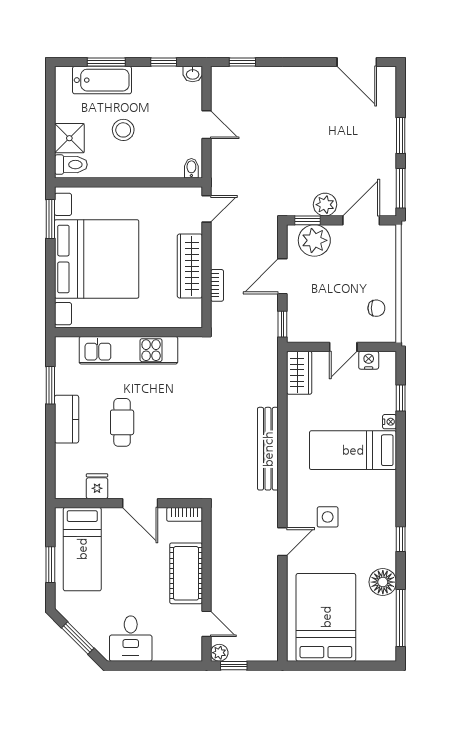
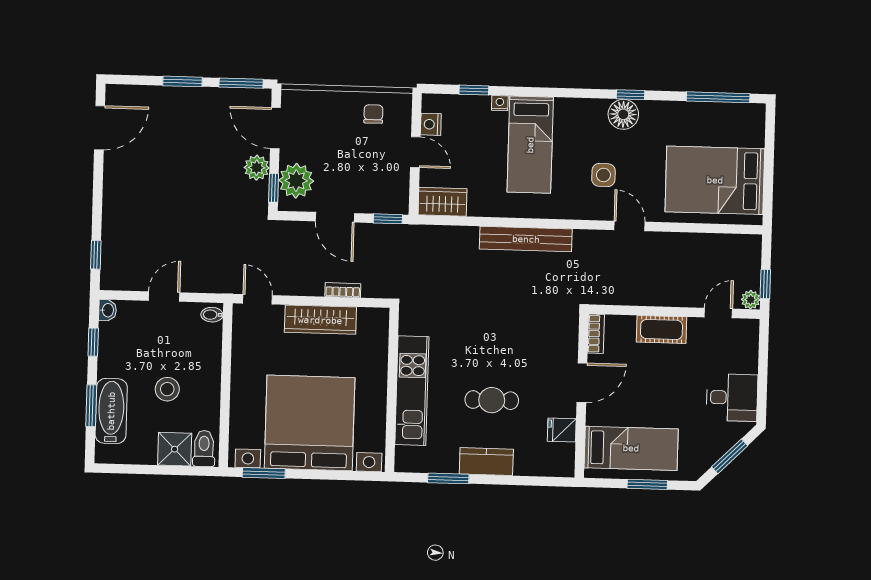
cot: (186, 573) -> (662, 329), width x0.73, depth x0.75
floor lamp: (383, 582) -> (623, 114), moved

